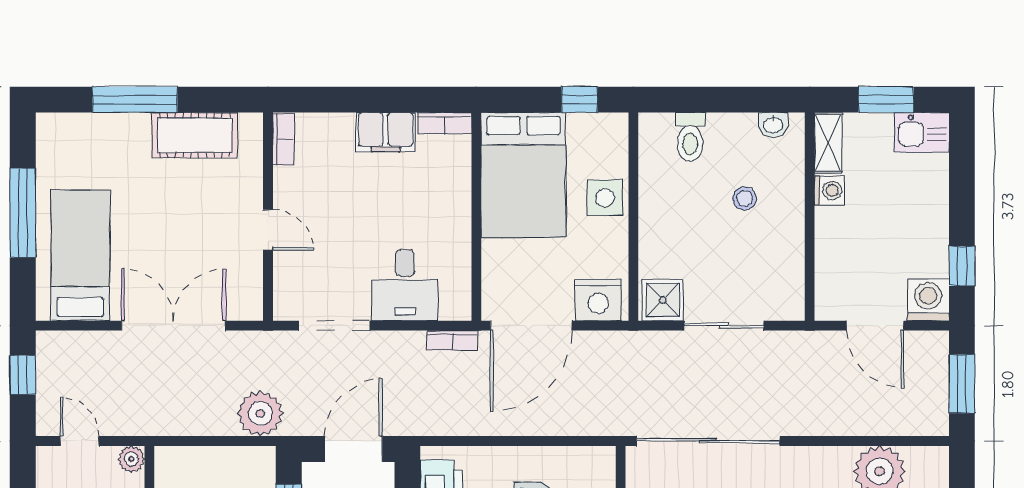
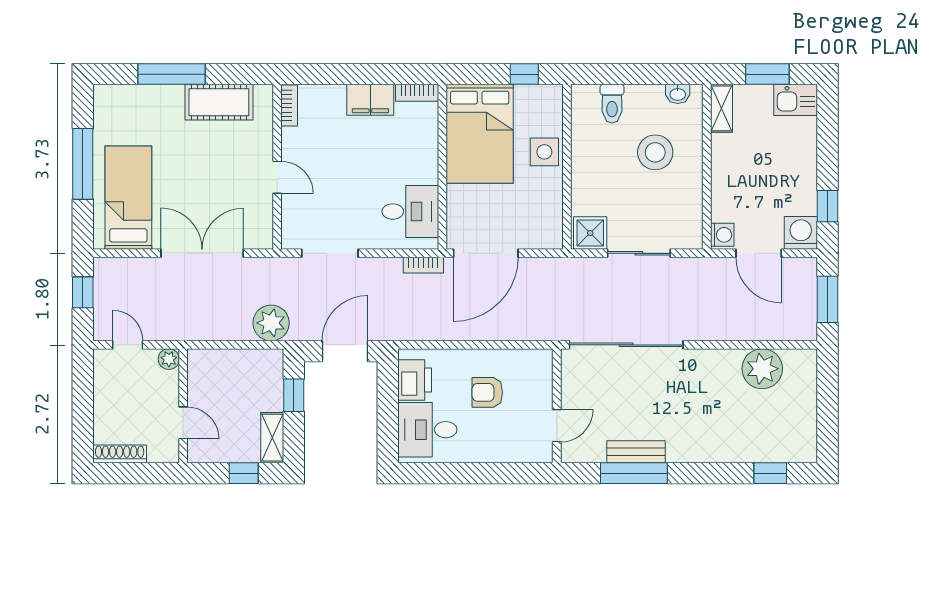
washing machine: (829, 191) -> (722, 235), moved
stool: (745, 198) -> (655, 152), width x1.89, depth x1.89
desk: (405, 285) -> (410, 212), moved, turned -90
nightstand: (598, 300) -> (539, 233), removed

